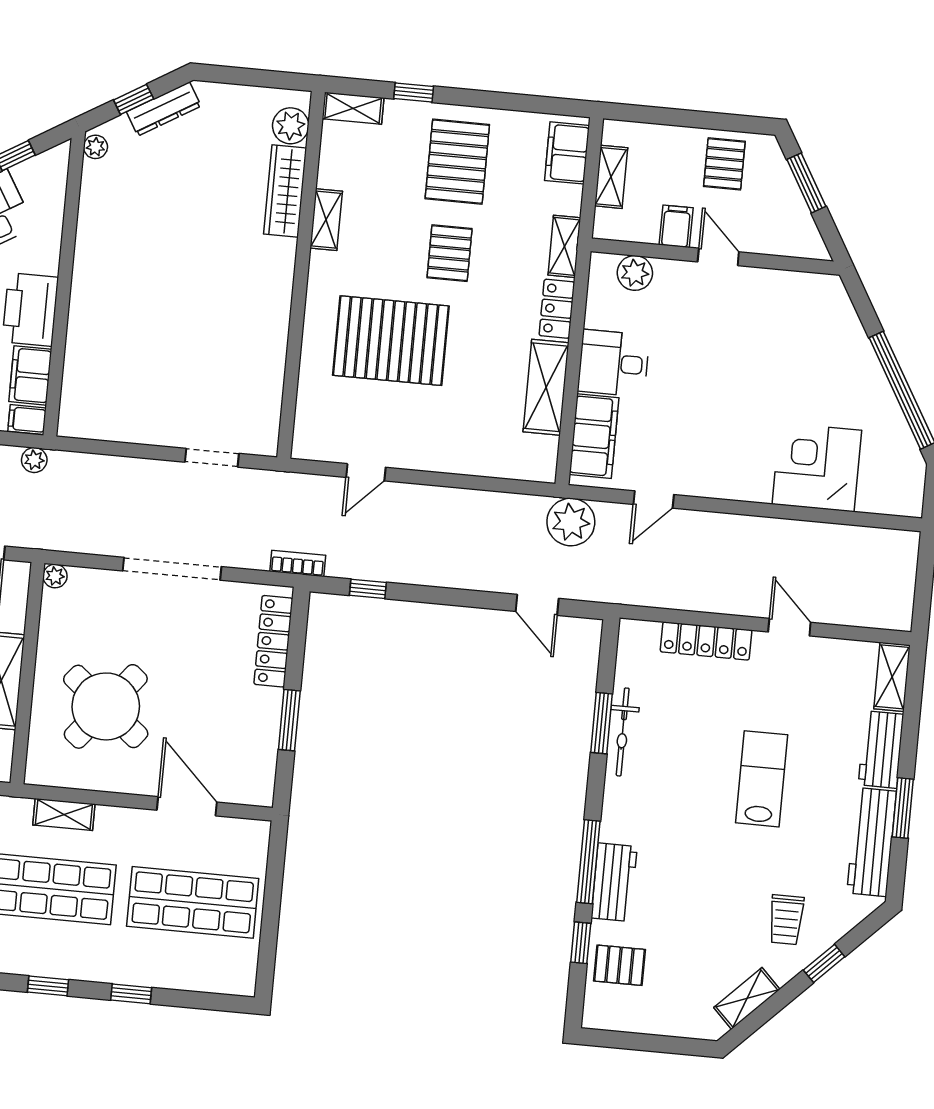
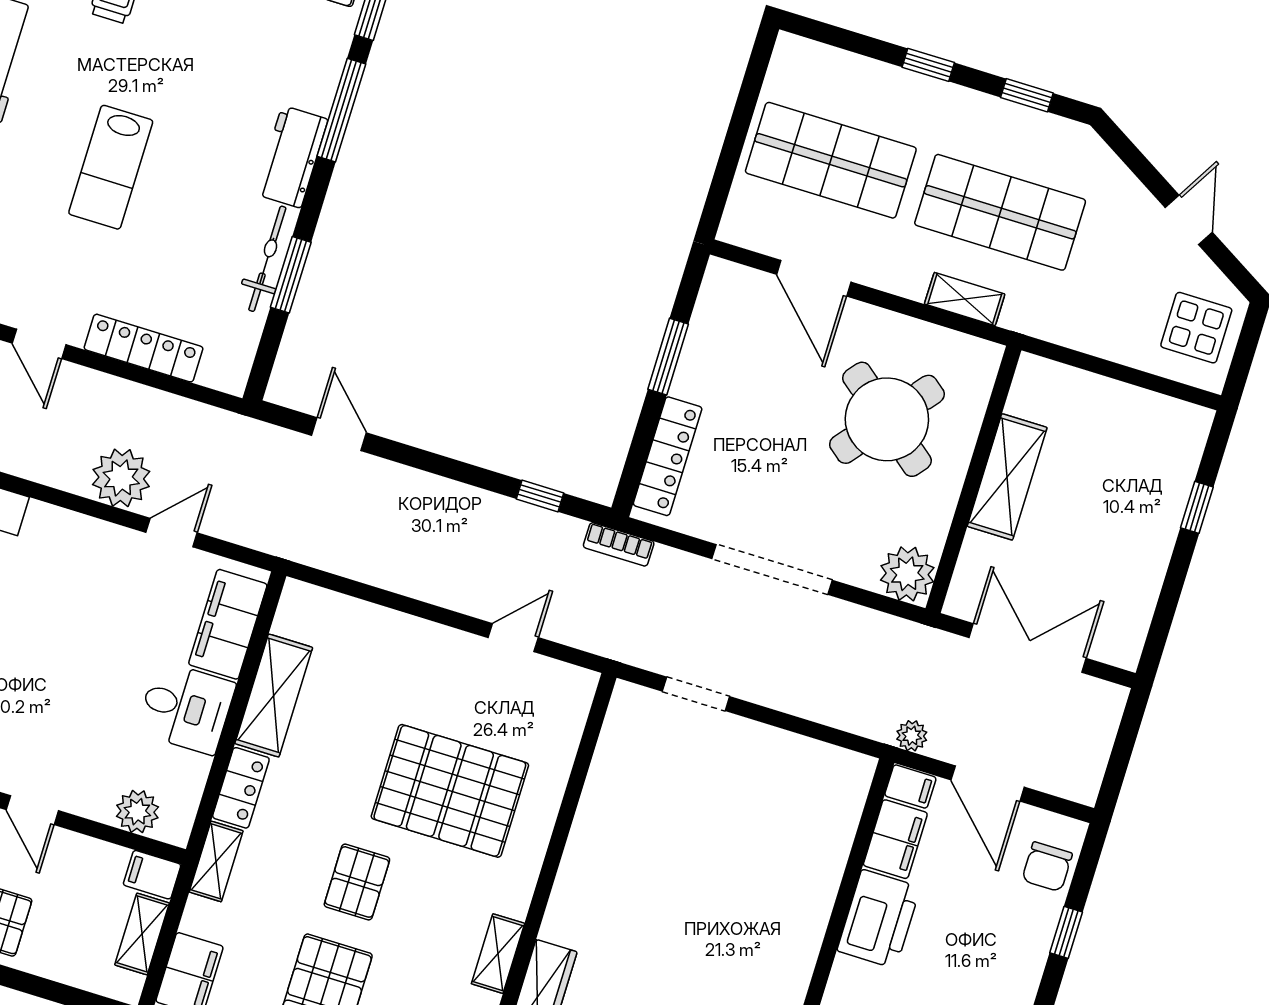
filing cabinet: (676, 226) -> (152, 875), moved, turned 90
plant: (571, 522) -> (121, 478), moved
plant: (55, 576) -> (907, 574), width x1.87, depth x1.87
workbench: (614, 882) -> (291, 157), moved

